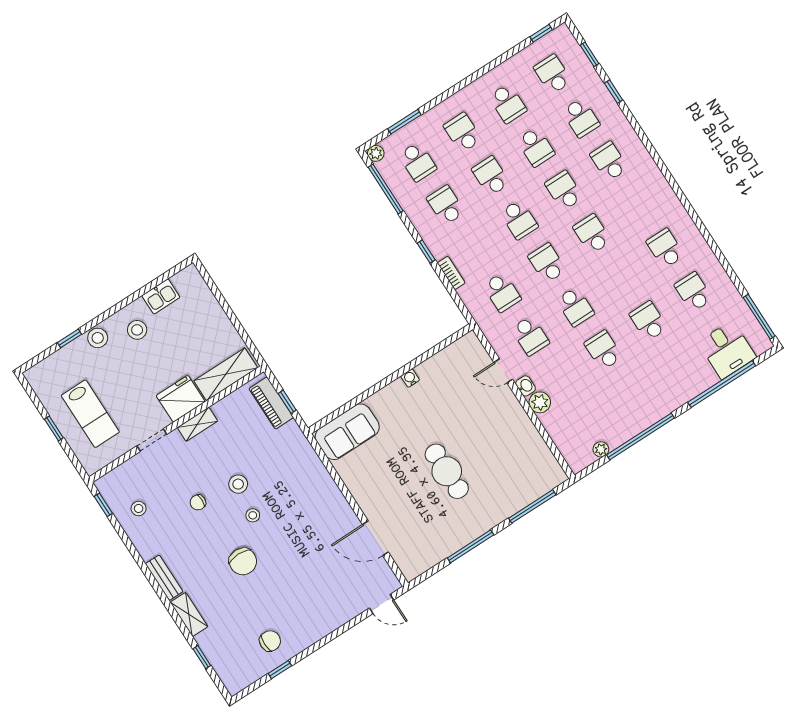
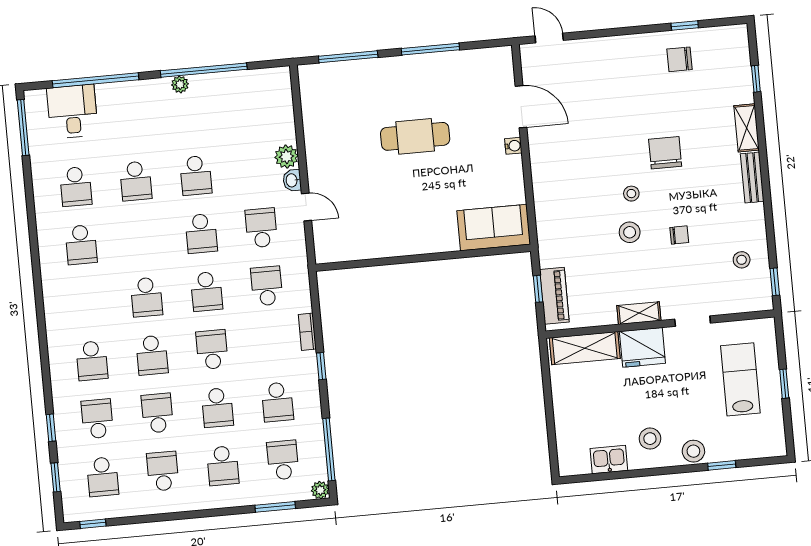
school desk: (575, 307) -> (201, 233), turned 180
water cooler: (410, 378) -> (513, 146), moved, turned -90
plant: (601, 449) -> (180, 84), moved
cafe table: (447, 471) -> (415, 136), turned 90

